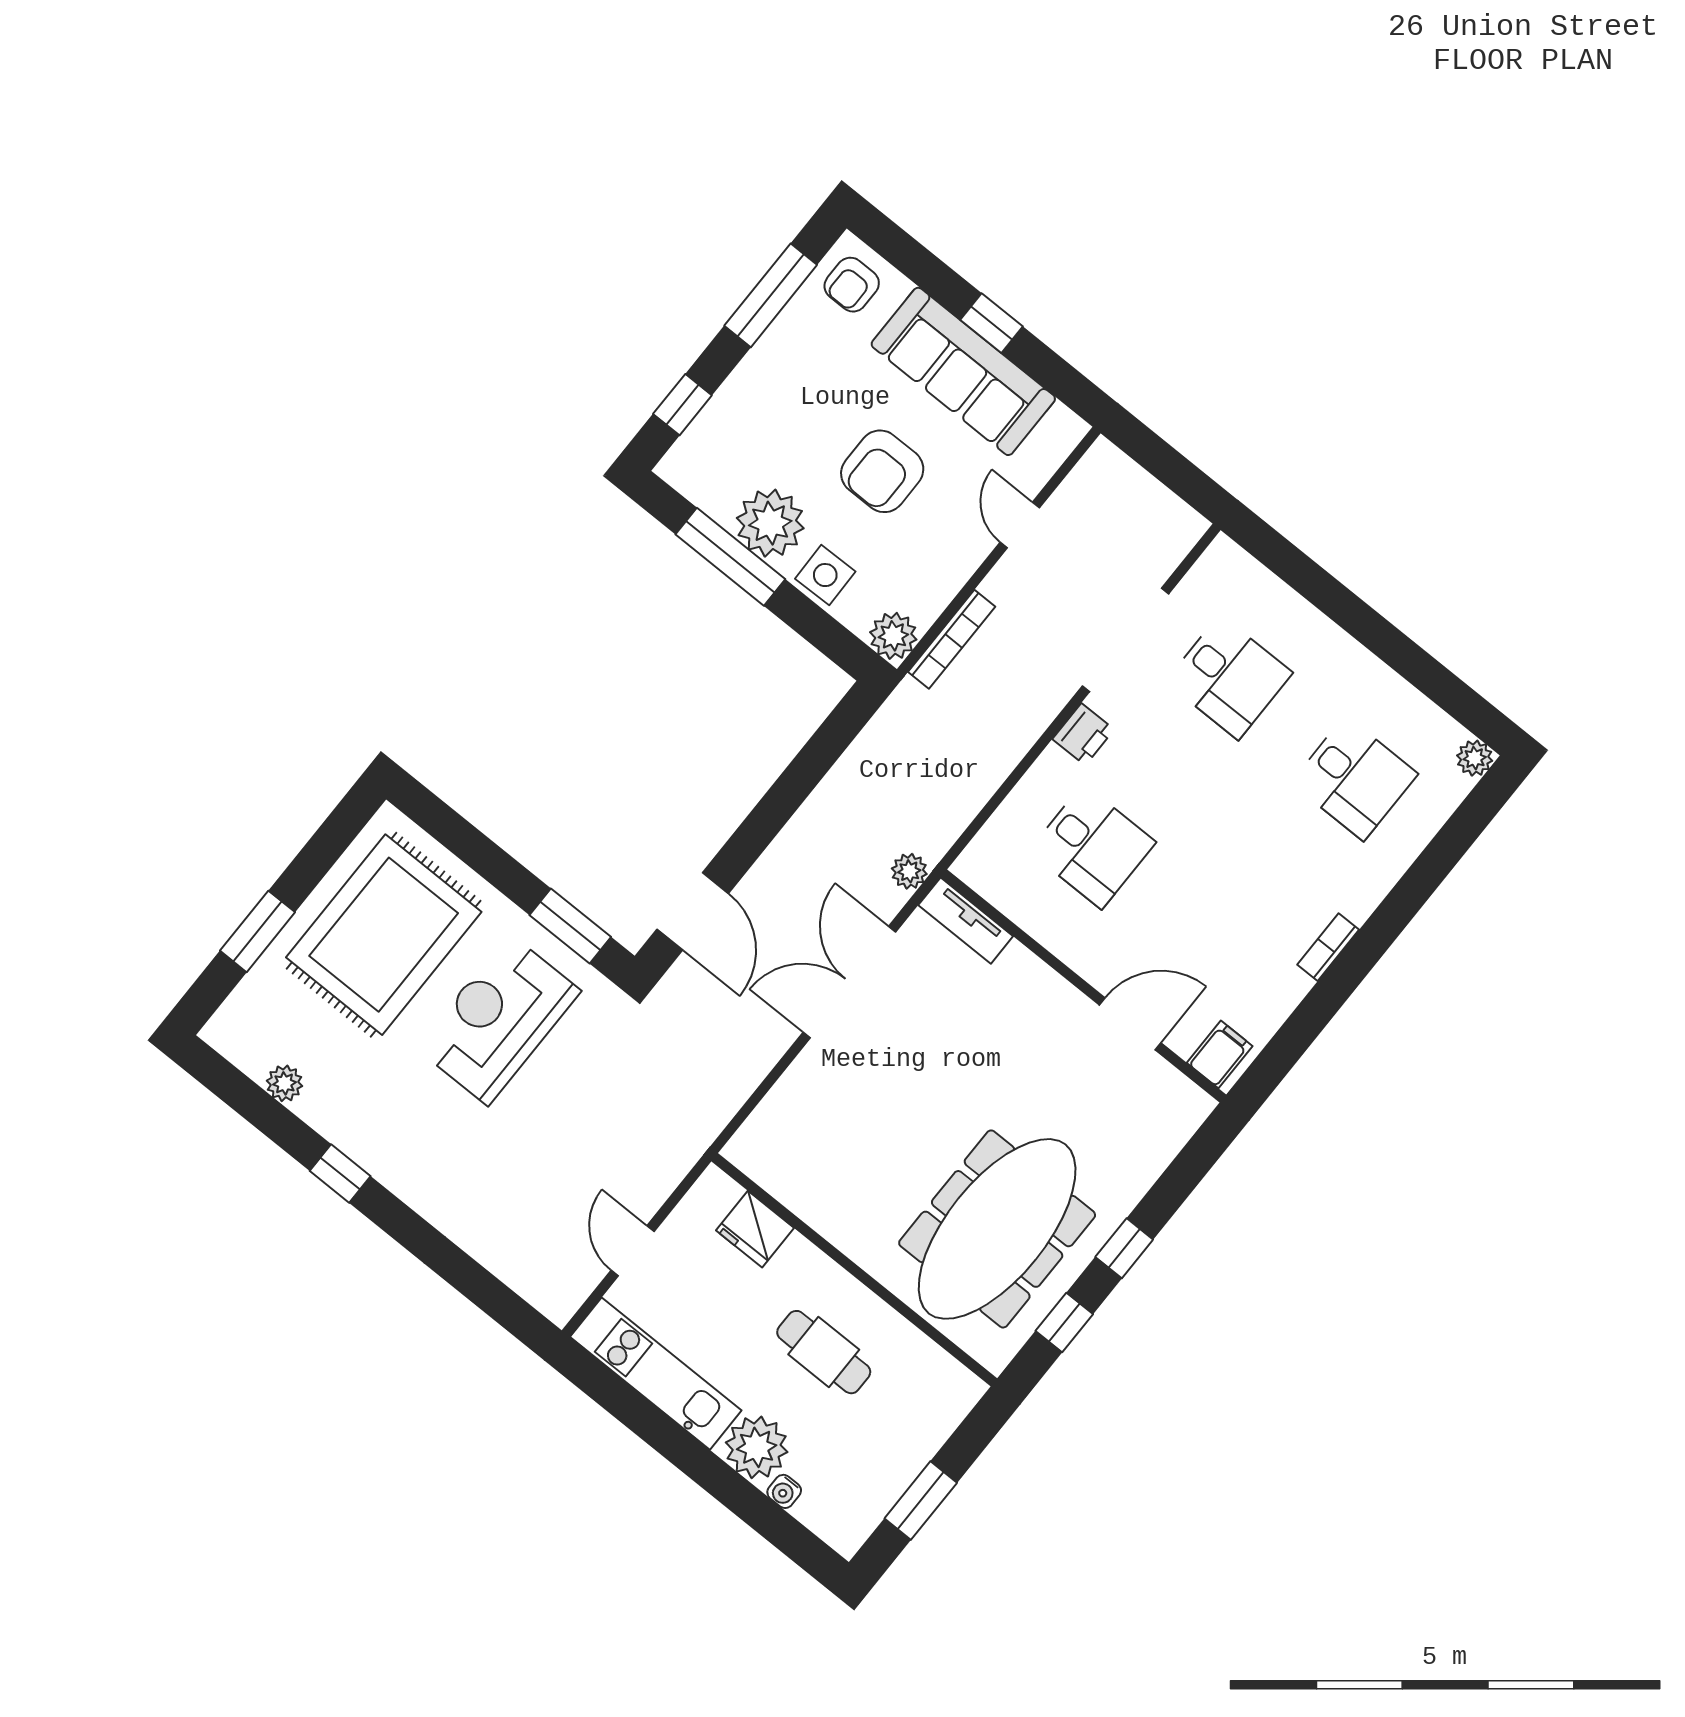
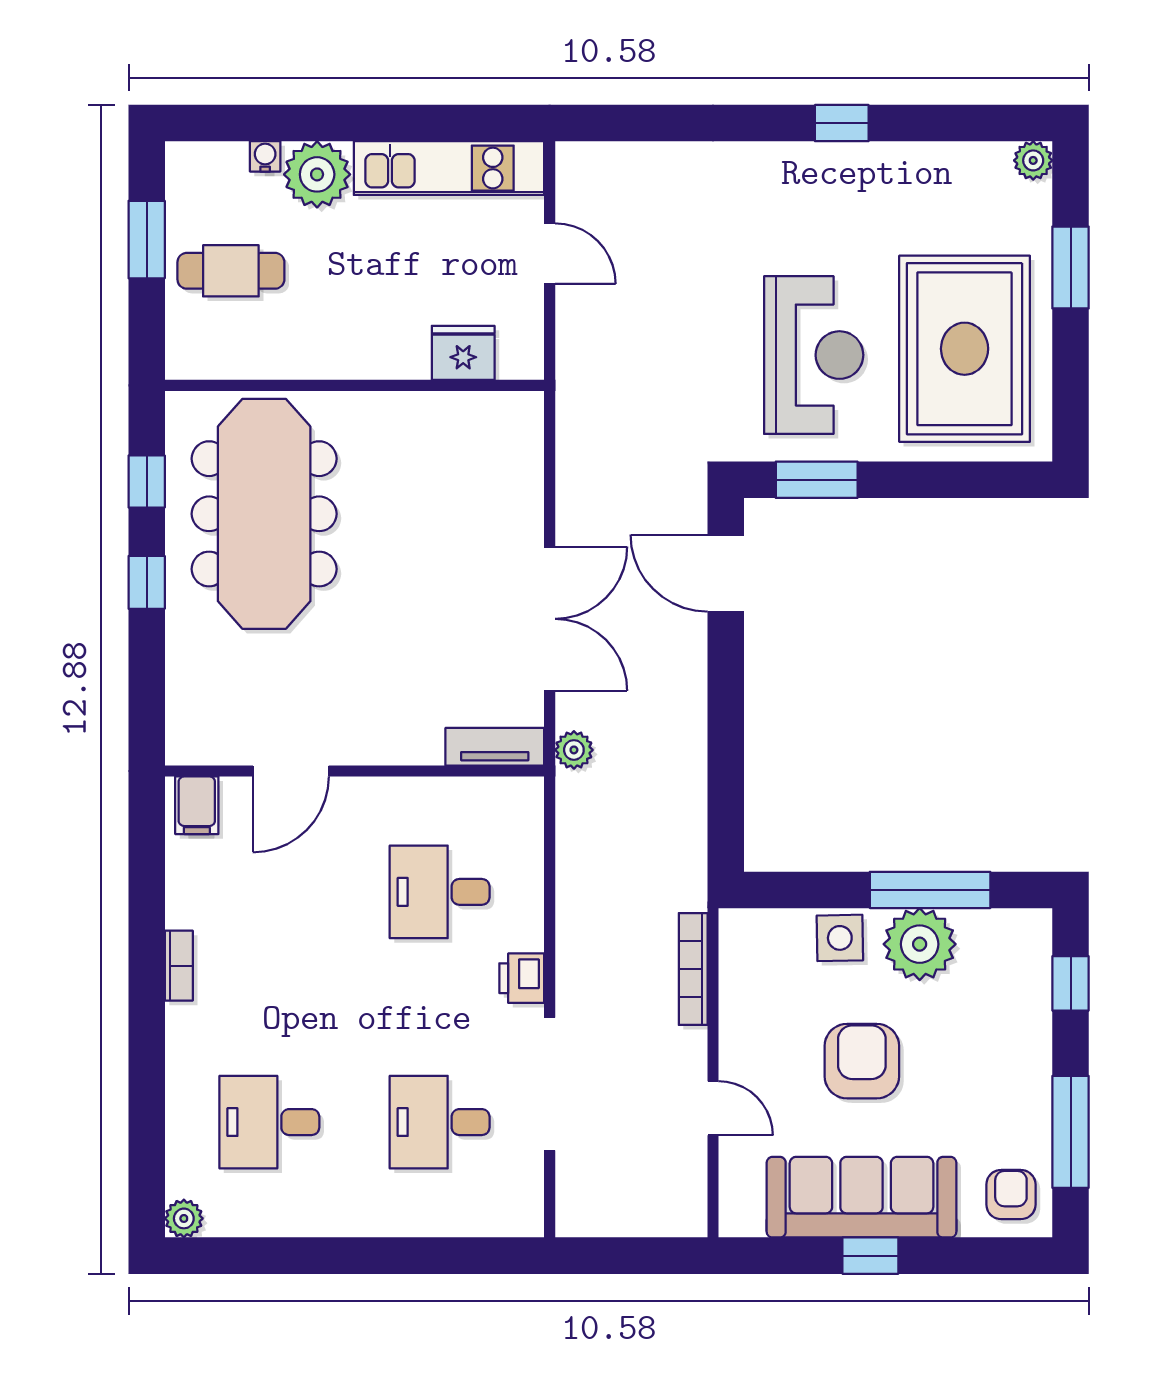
plant: (893, 636) -> (743, 933), removed
plant: (284, 1083) -> (1033, 160), moved
cafe table: (824, 1352) -> (231, 271), moved

